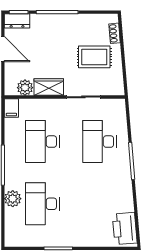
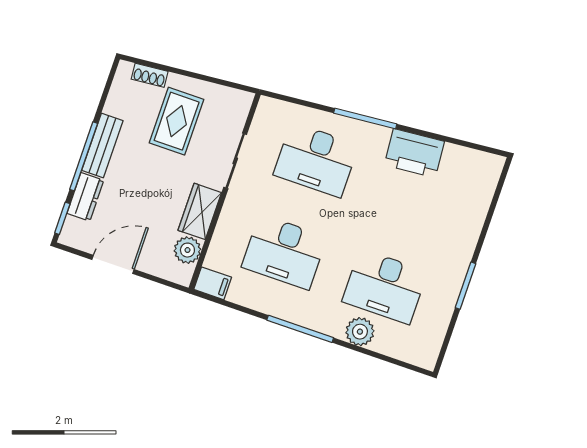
dresser: (17, 21) -> (85, 197), moved
bench: (67, 21) -> (102, 145), added
printer: (125, 229) -> (414, 153), moved

